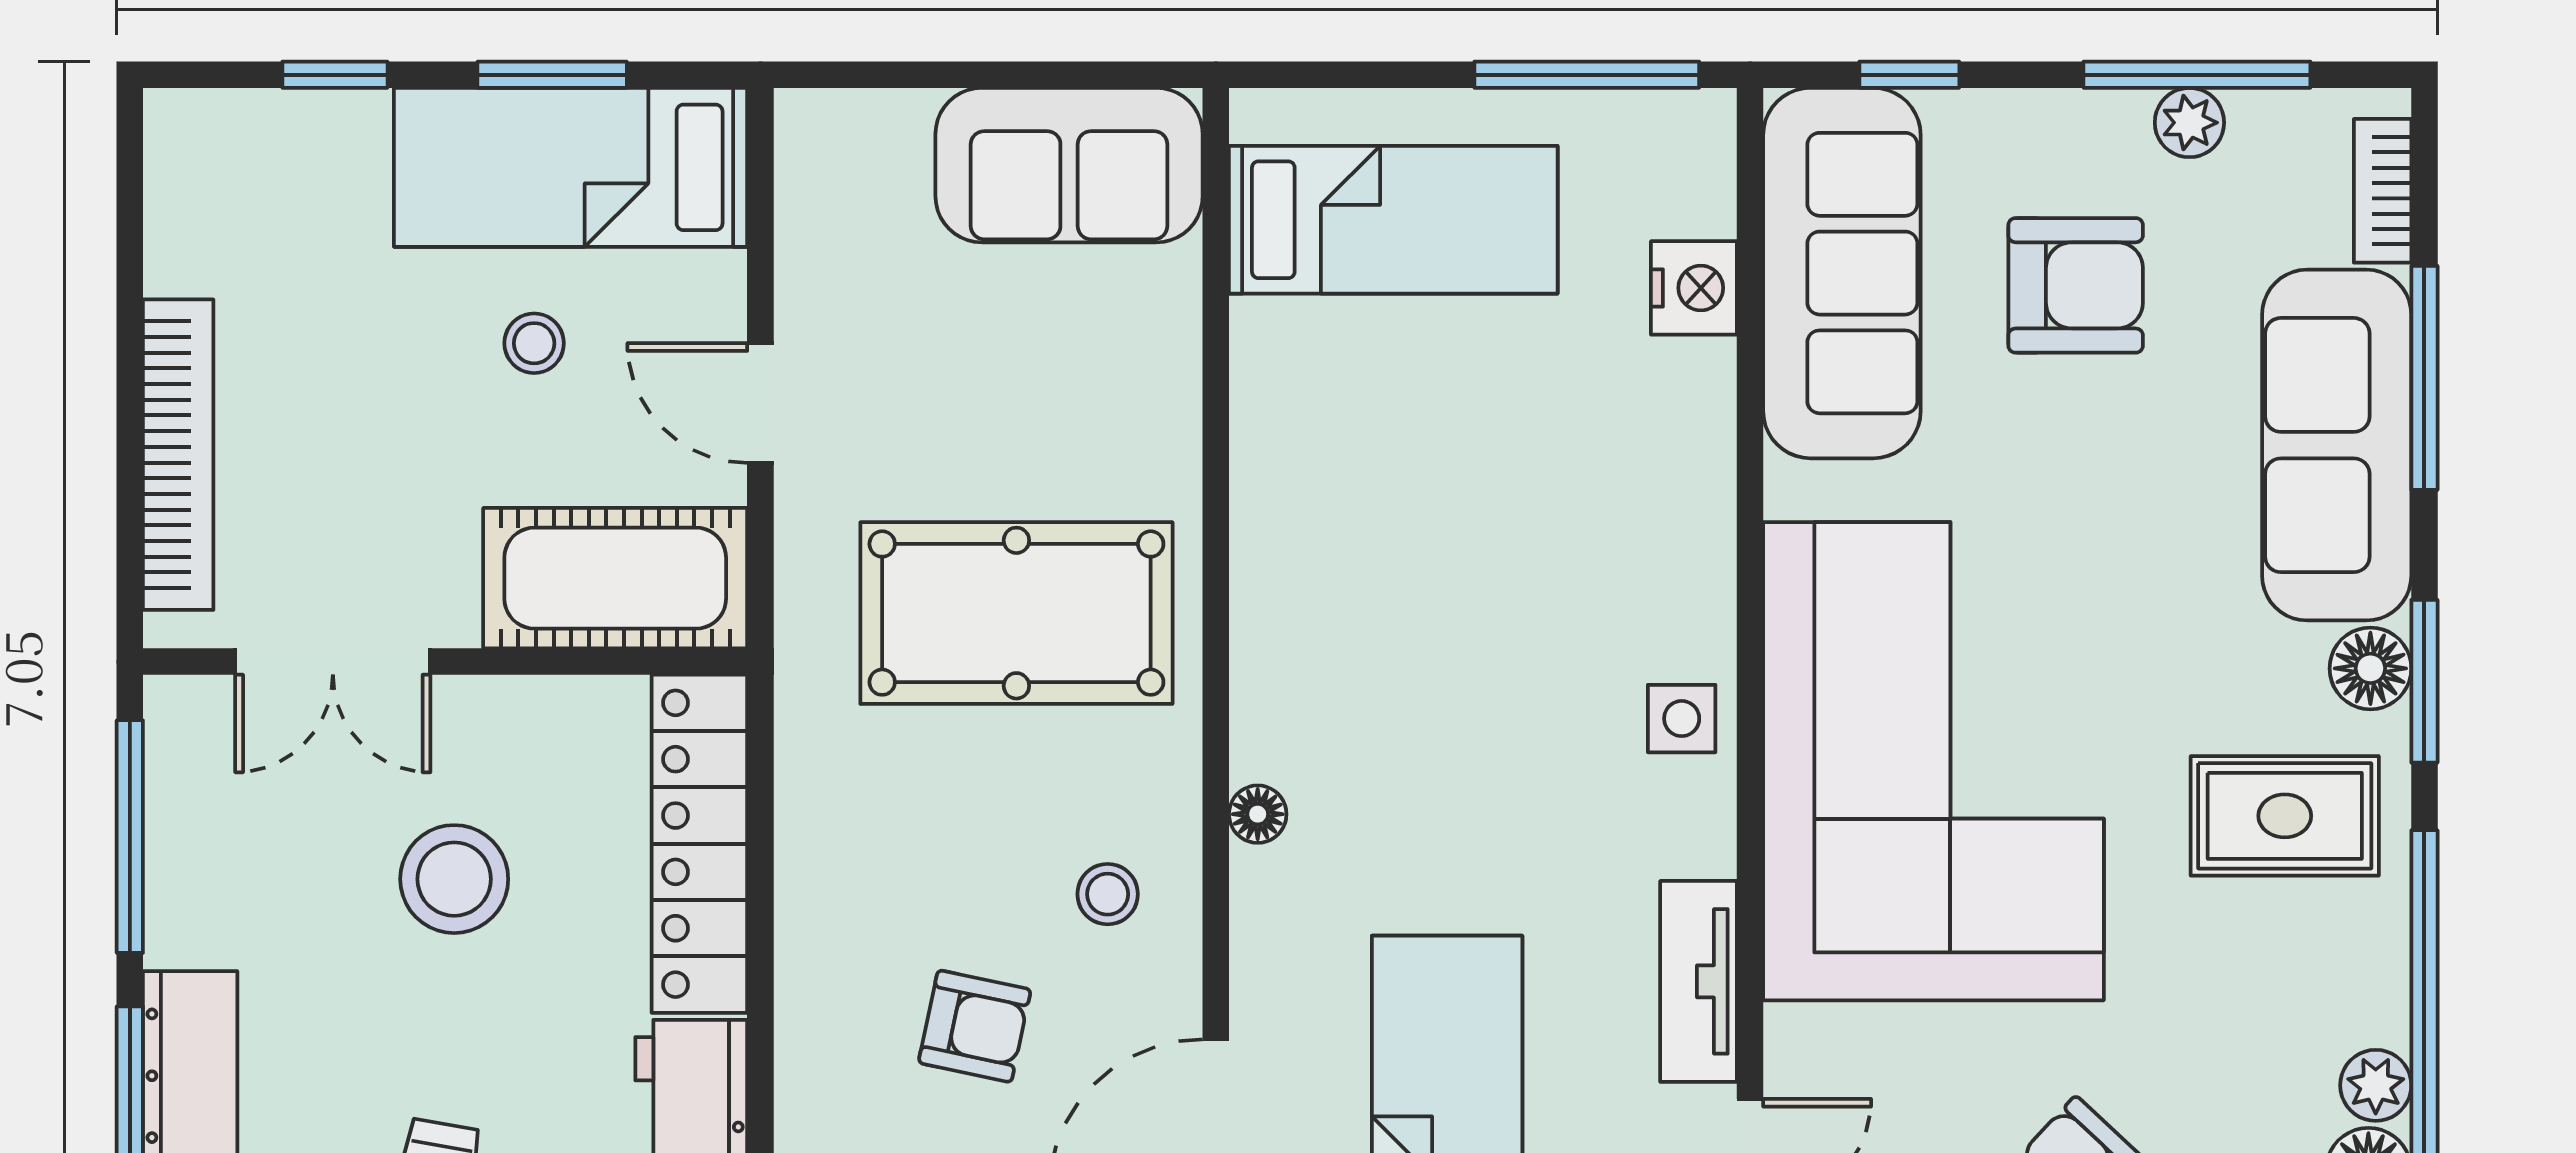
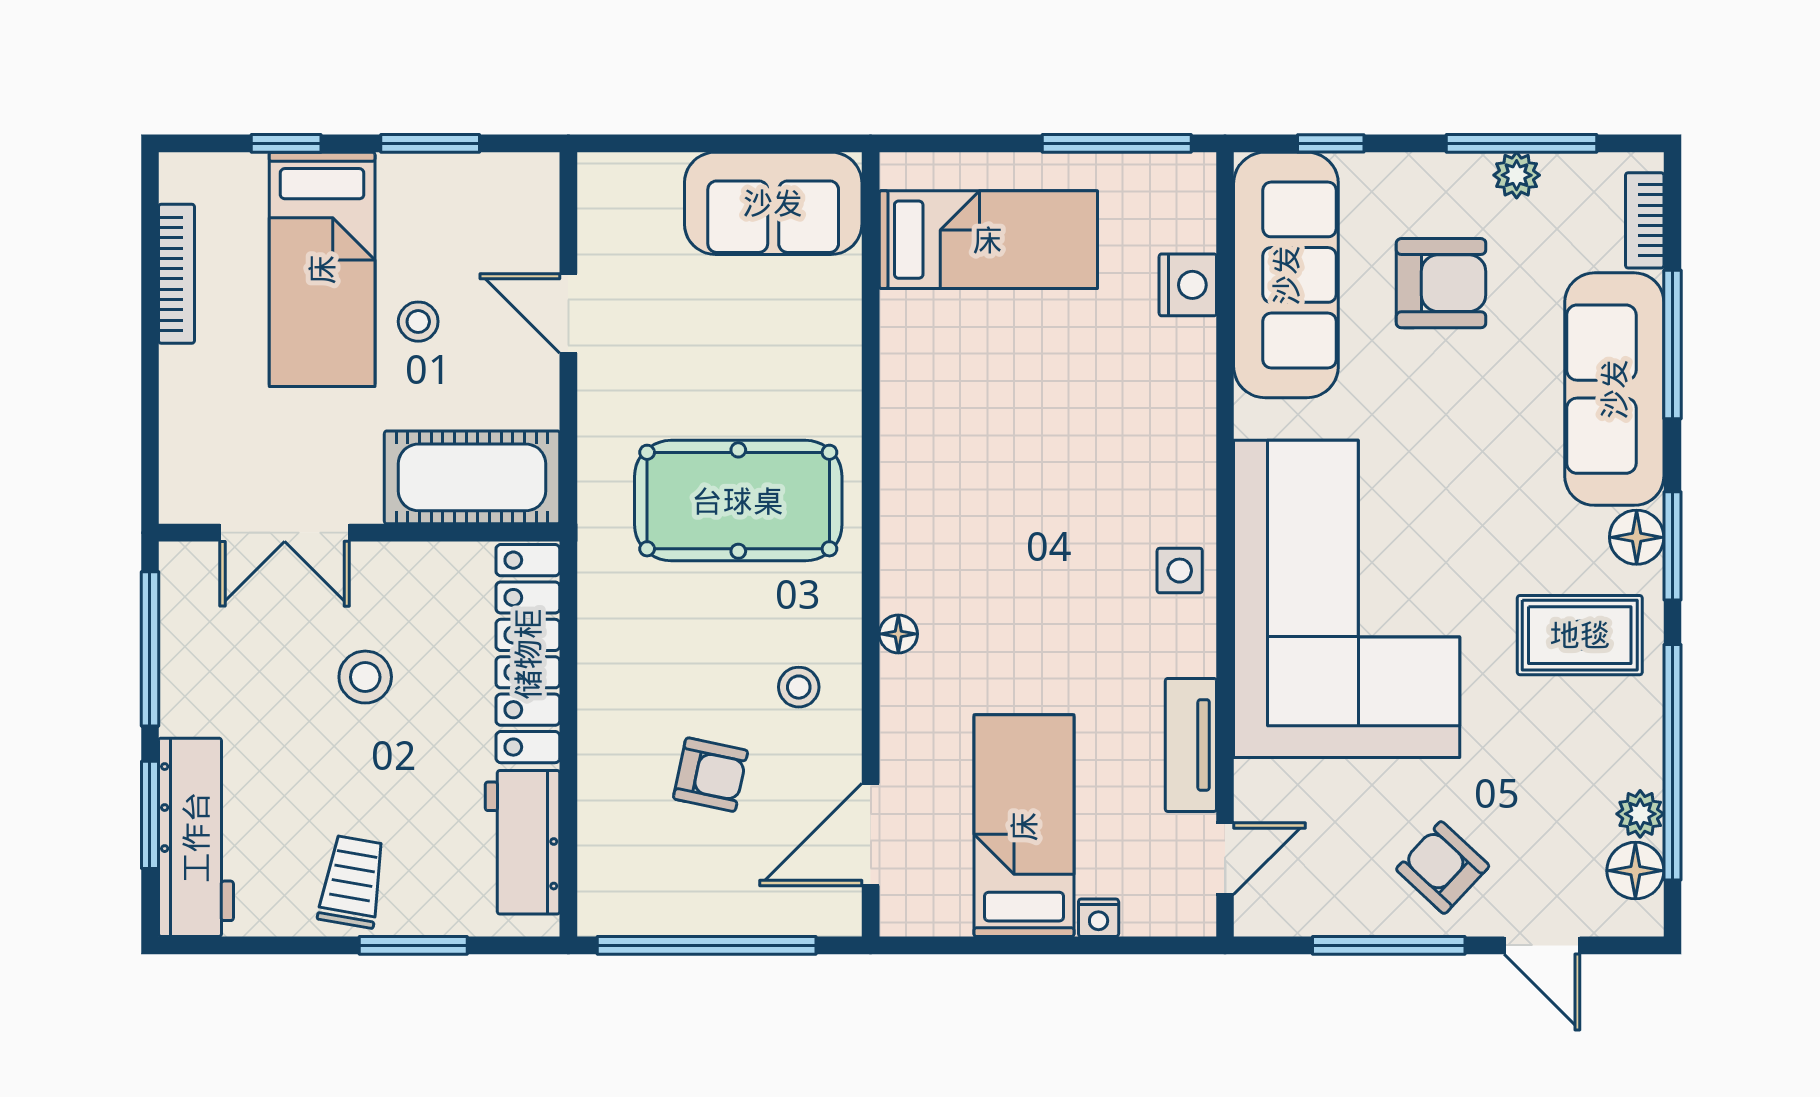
bed: (571, 167) -> (322, 269), moved, turned -90
door: (760, 403) -> (568, 313), moved
bookcase: (178, 455) -> (177, 274), moved, width x0.68, depth x0.76
stool: (454, 879) -> (365, 677), width x0.73, depth x0.73

